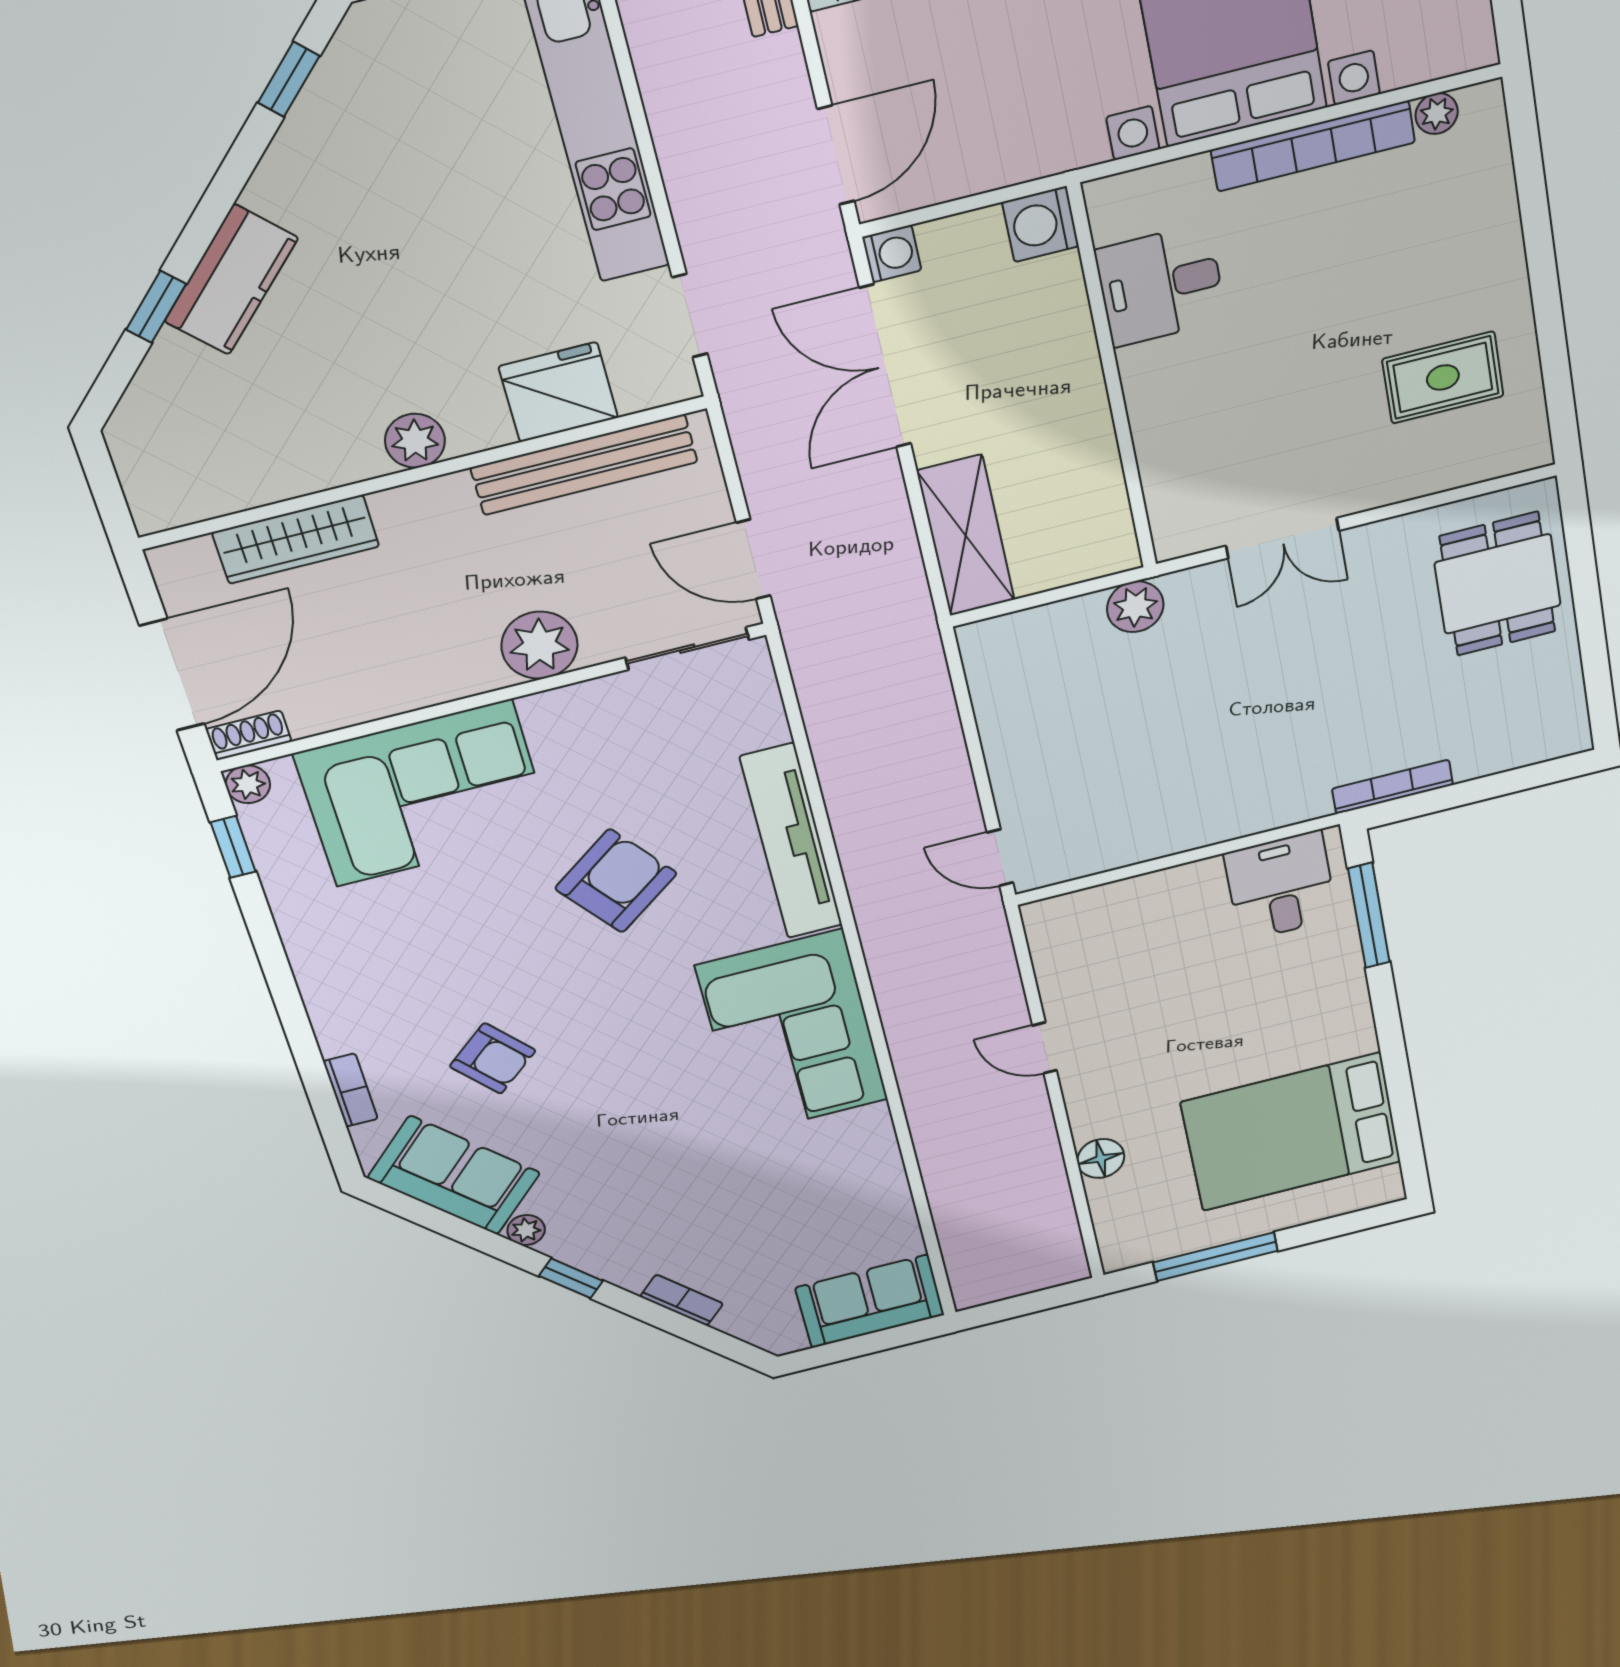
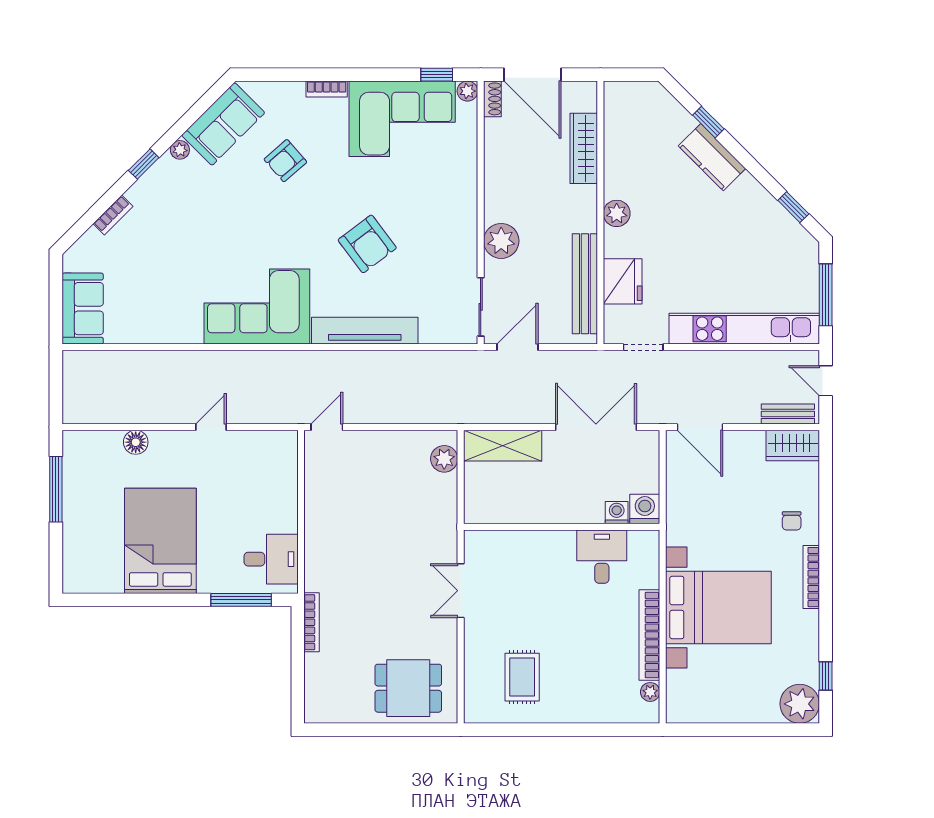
washing machine: (892, 254) -> (617, 513), moved, turned 180
plant: (1135, 607) -> (444, 459), moved
corner sofa: (424, 793) -> (402, 119), moved, turned -90
bookcase: (350, 1090) -> (327, 89), moved
bed: (1291, 1132) -> (160, 541), moved

